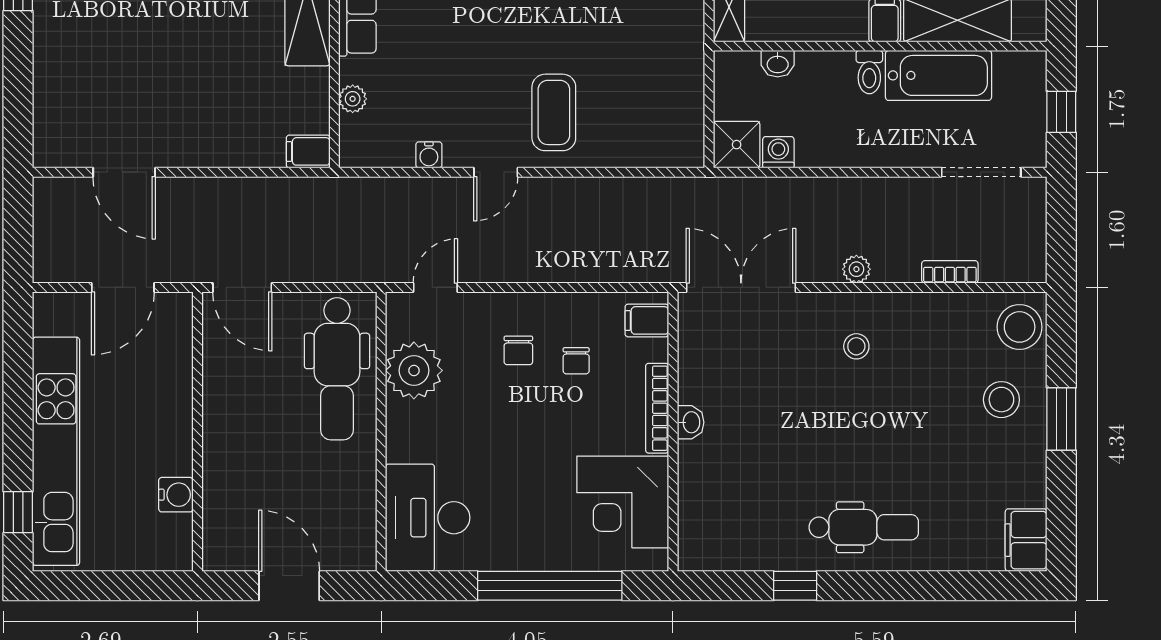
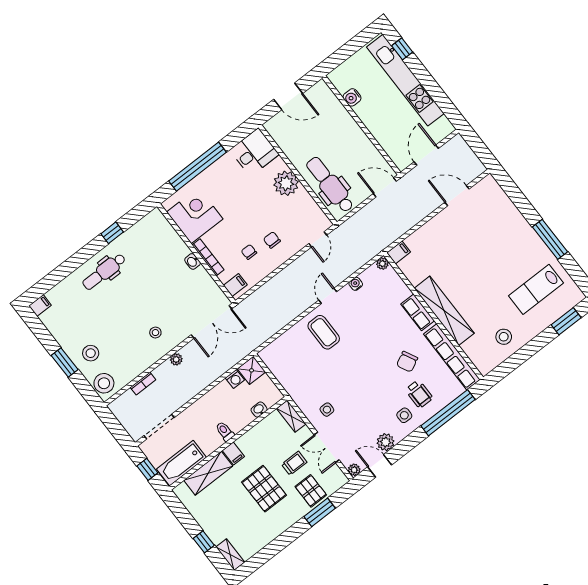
bathtub: (938, 75) -> (181, 463), moved
plant: (353, 99) -> (382, 264), moved
plant: (414, 370) -> (286, 183), moved
desk: (428, 518) -> (254, 152), width x0.73
filing cabinet: (1026, 540) -> (40, 305), width x0.50

